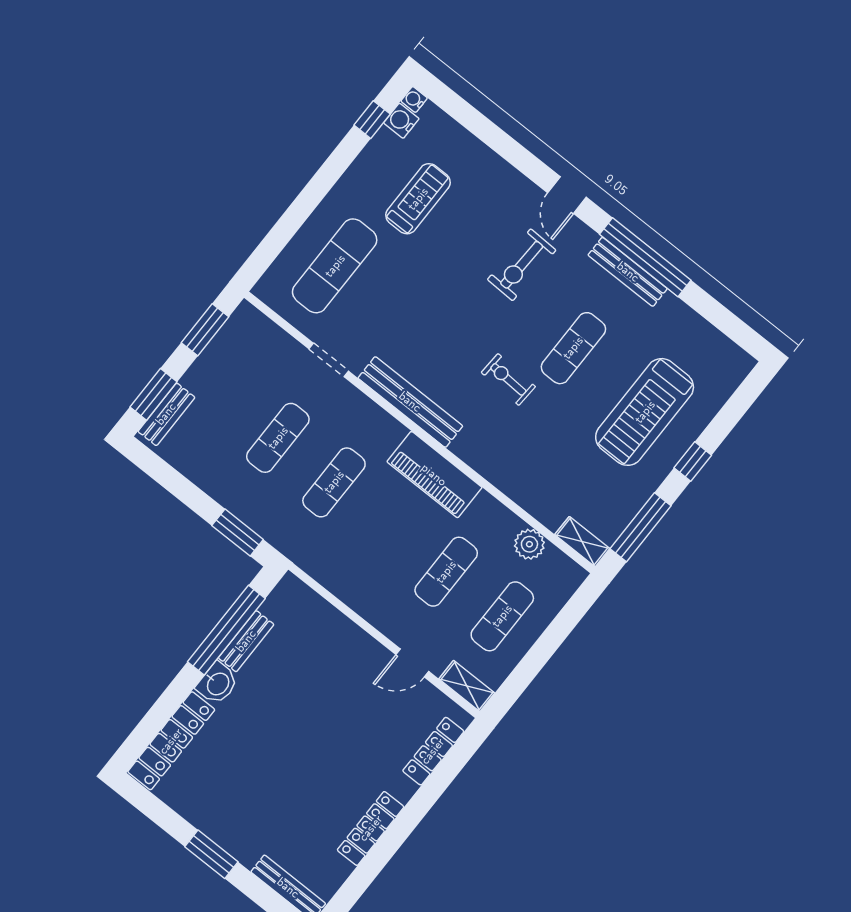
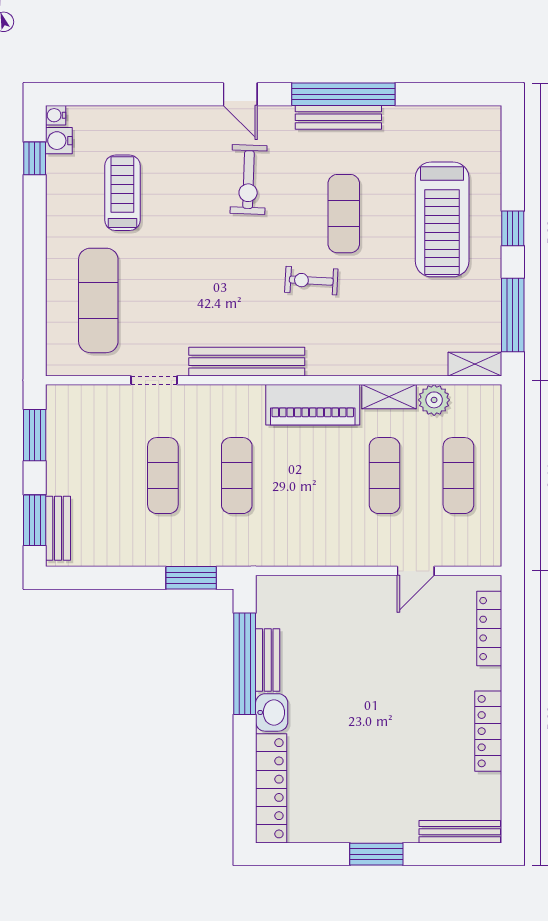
shelving: (467, 686) -> (389, 397), moved

